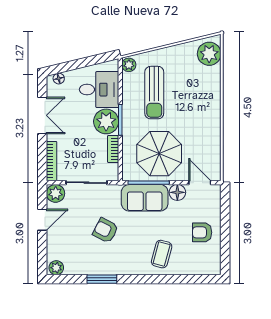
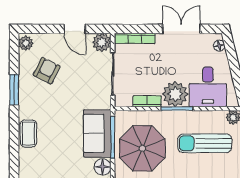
double door: (42, 115) -> (181, 29), swing flipped
armchair: (105, 230) -> (47, 71), moved
coffee table: (162, 254) -> (28, 134), moved, turned 75

